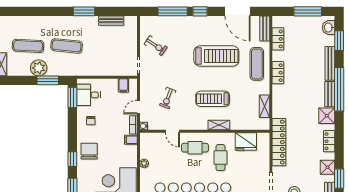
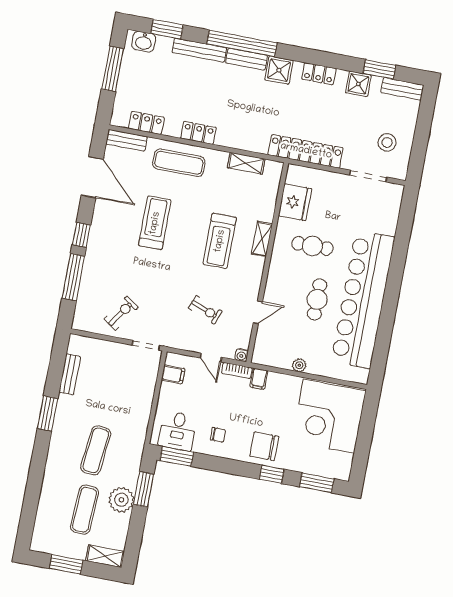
door: (237, 11) -> (92, 177), hinge flipped
treadmill: (216, 56) -> (155, 223), width x0.73, depth x0.73
cafe table: (195, 148) -> (317, 299), moved

